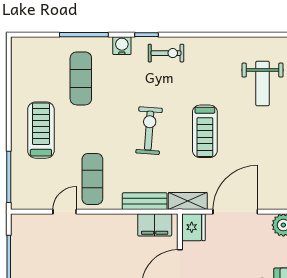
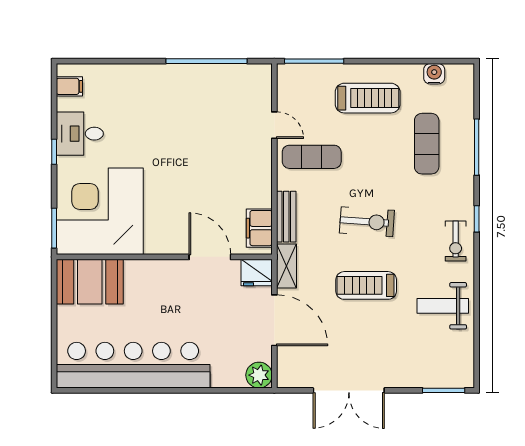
water cooler: (122, 46) -> (434, 74), moved, turned -90
exercise mat: (81, 78) -> (427, 144), turned 90
weight bench: (263, 83) -> (443, 306), moved

